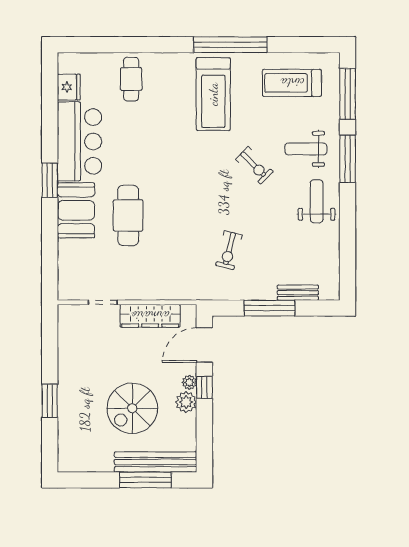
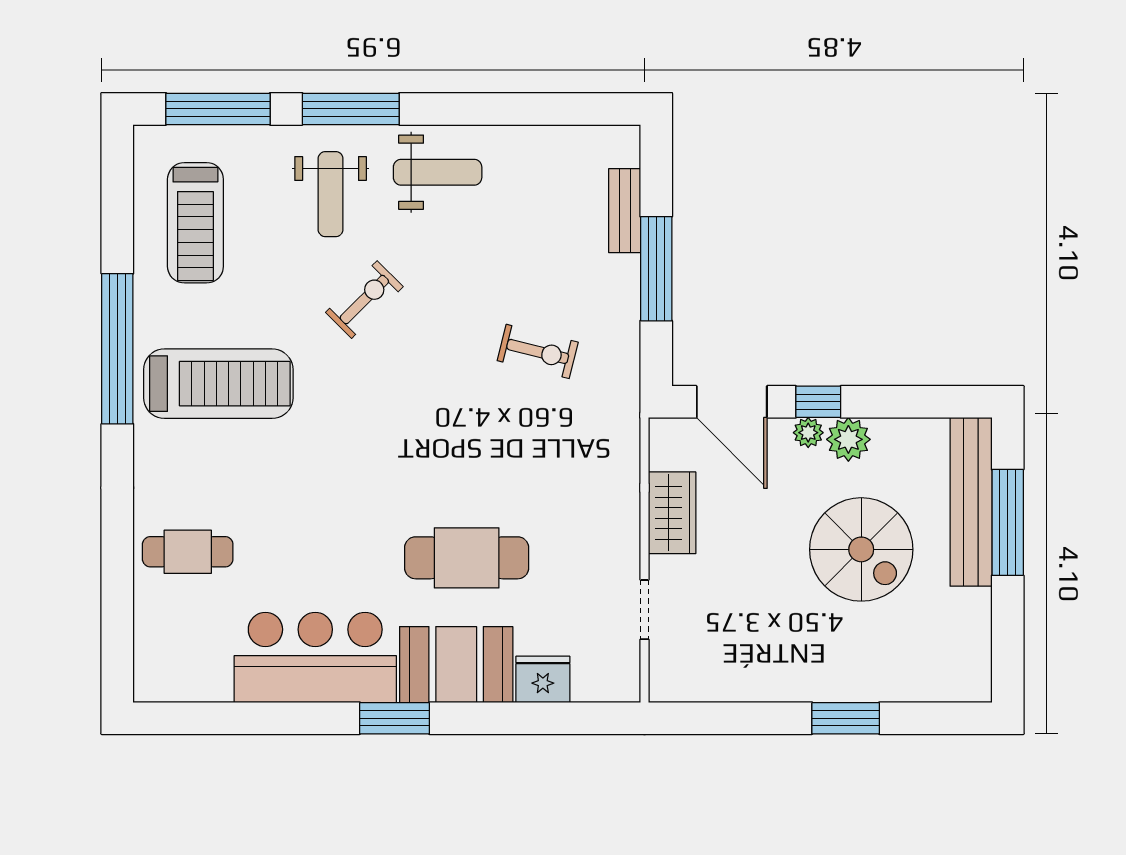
fridge: (69, 87) -> (543, 679), moved
weight bench: (317, 201) -> (438, 172), turned 180
wardrobe: (150, 316) -> (672, 513), width x0.67

